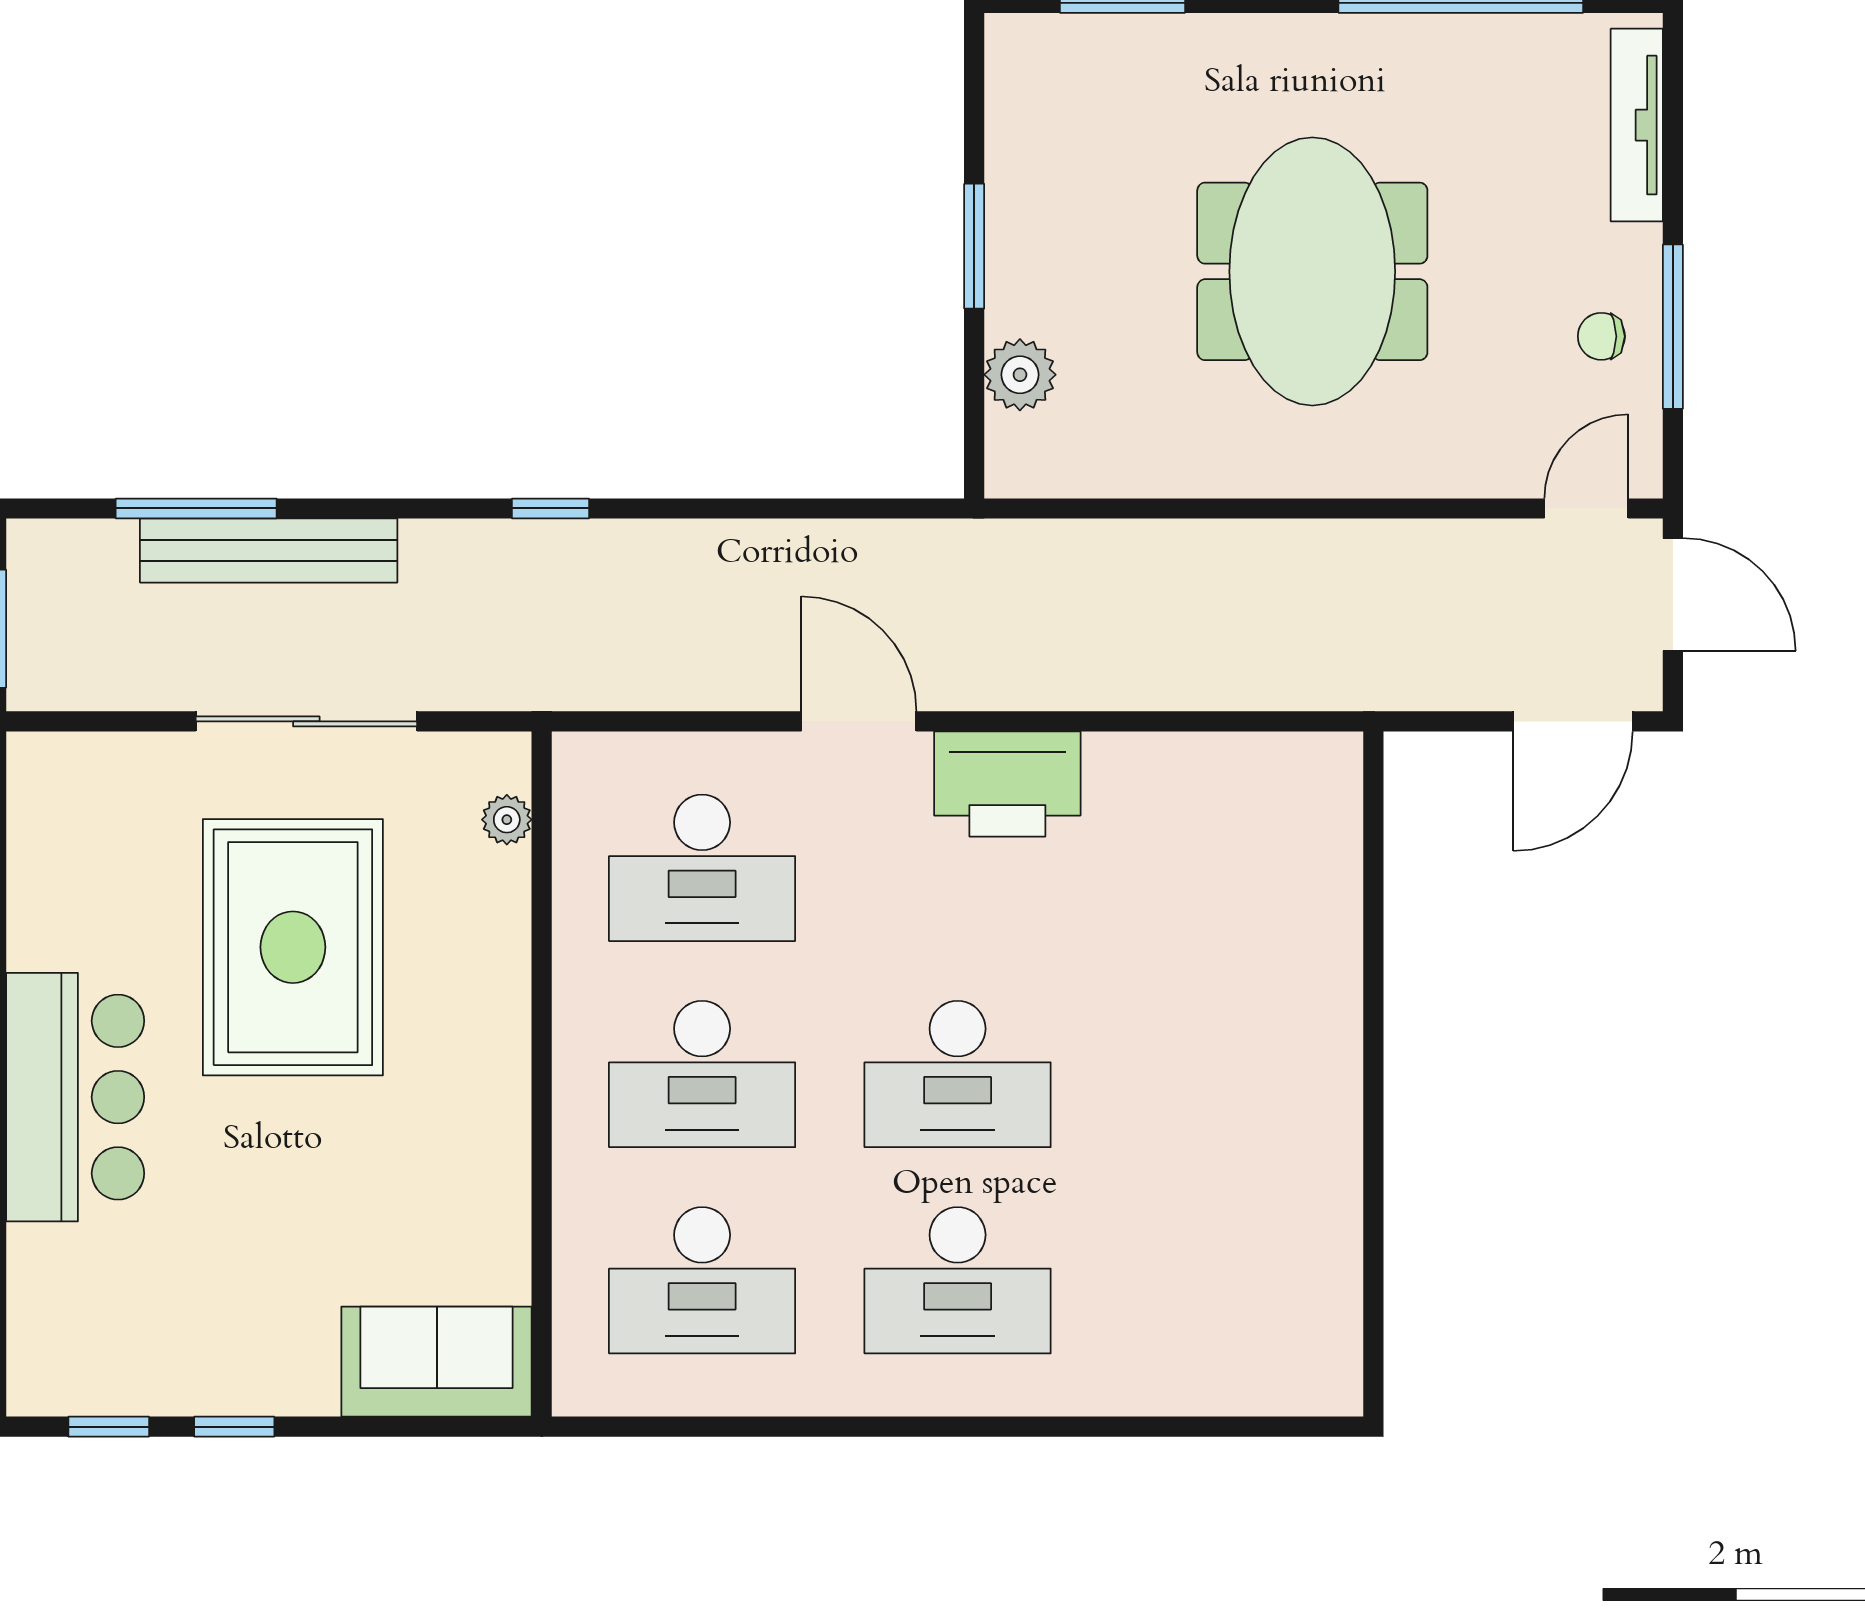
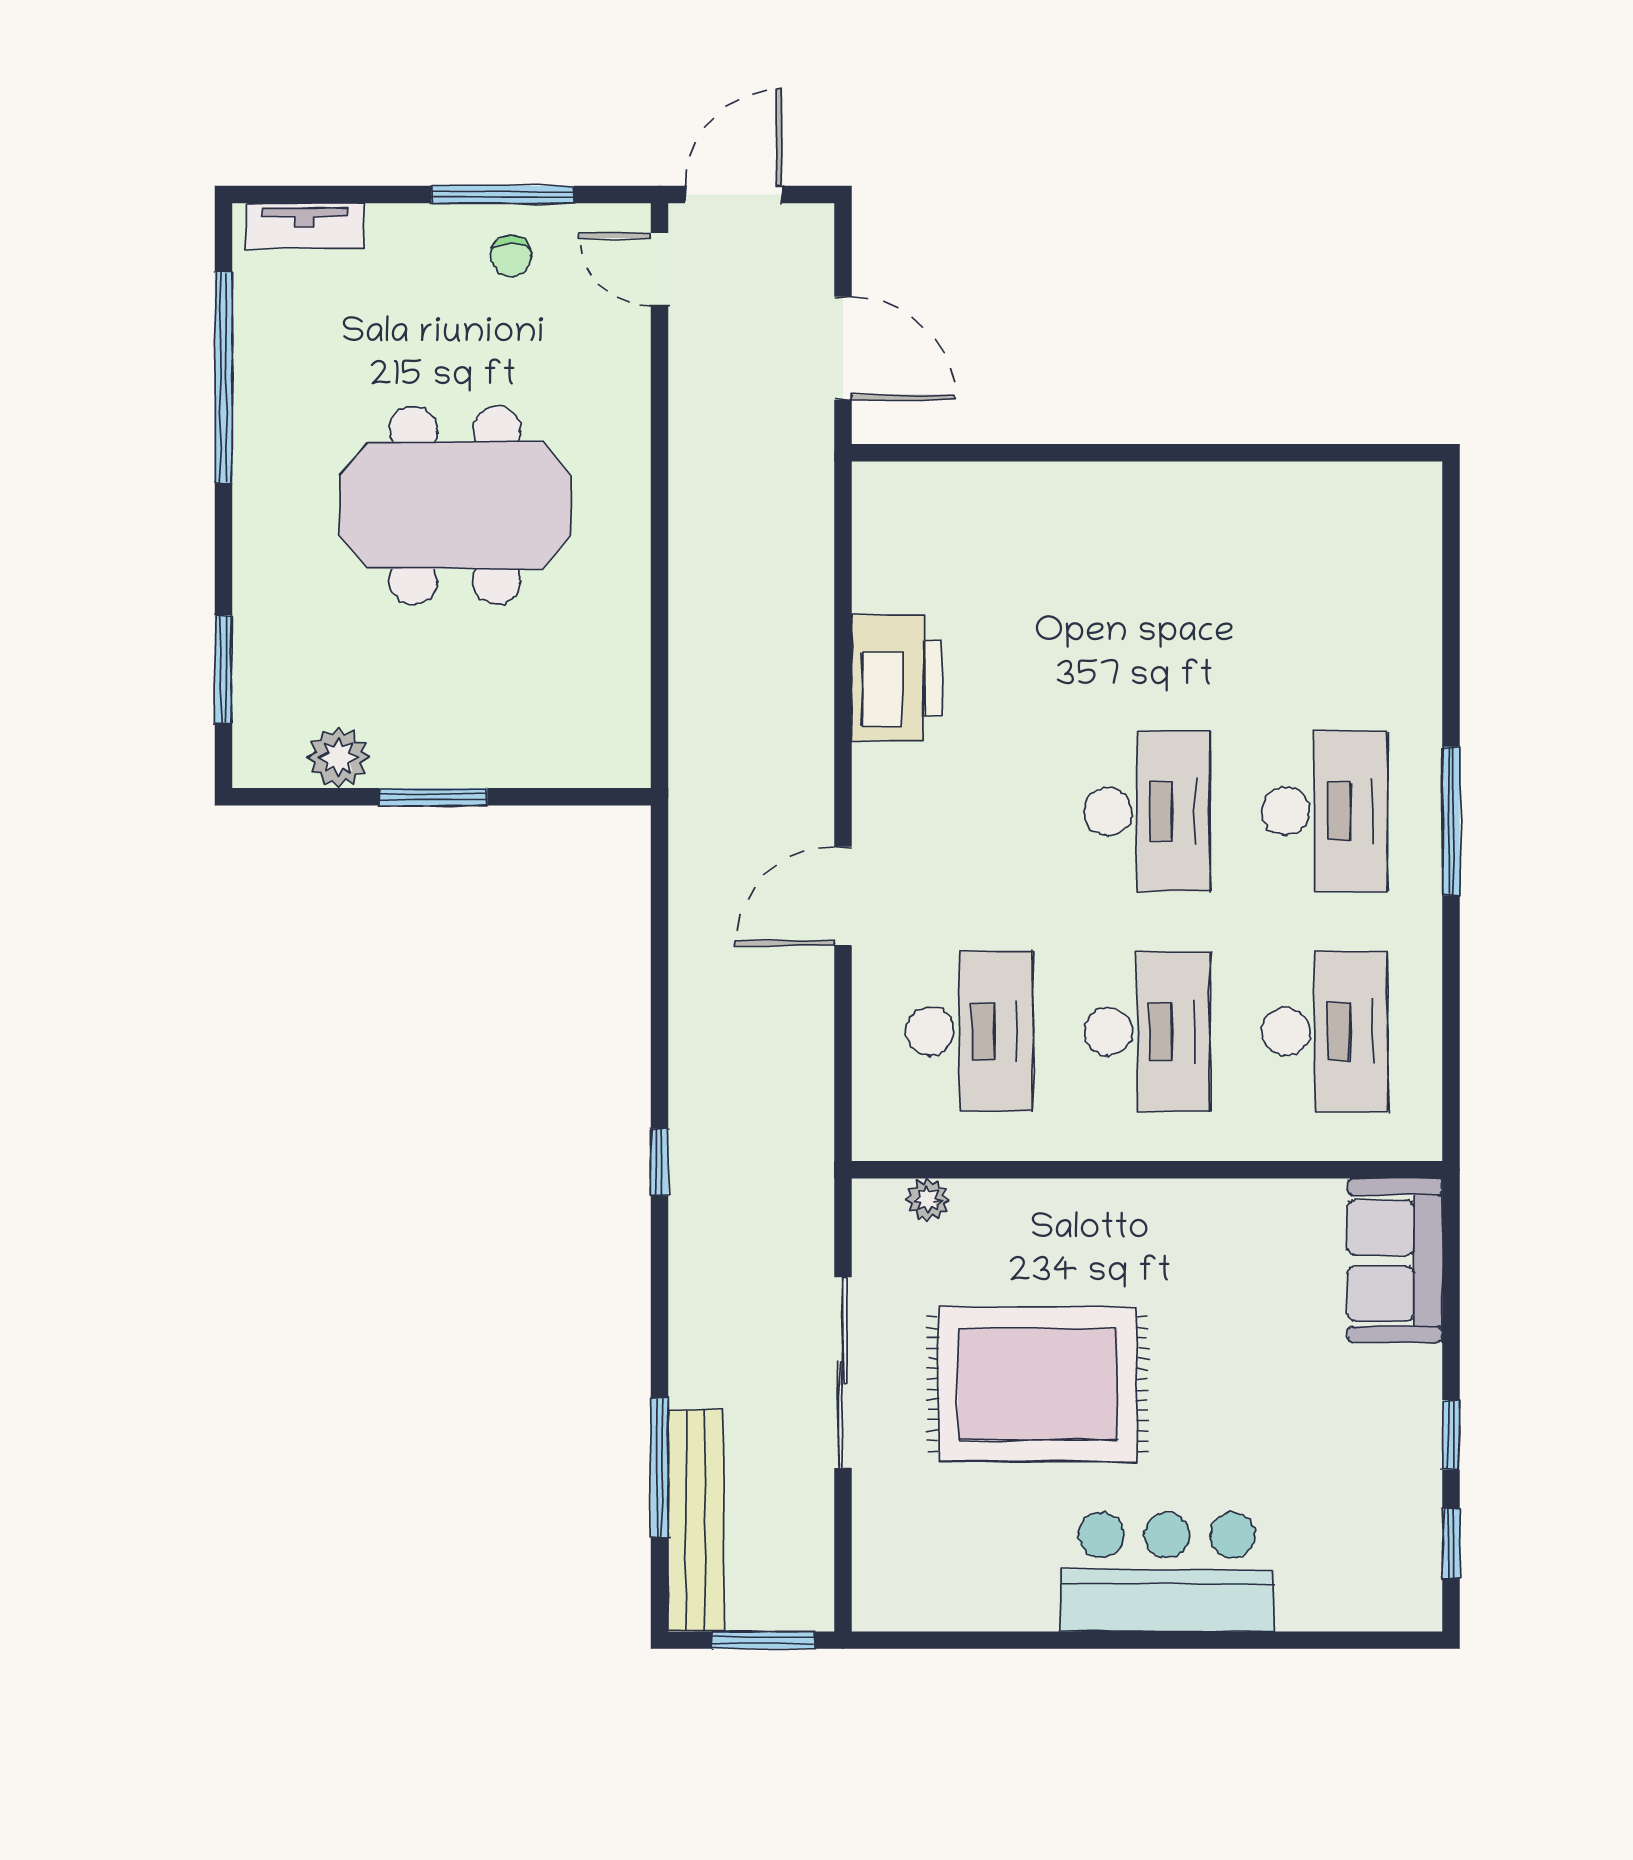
tv unit: (1637, 125) -> (305, 226), width x0.71
plant: (1020, 375) -> (338, 757), moved
bench: (269, 550) -> (696, 1521), moved
door: (1573, 721) -> (843, 348), moved
printer: (1007, 784) -> (897, 678), moved
window: (946, 1427) -> (1451, 821), added

